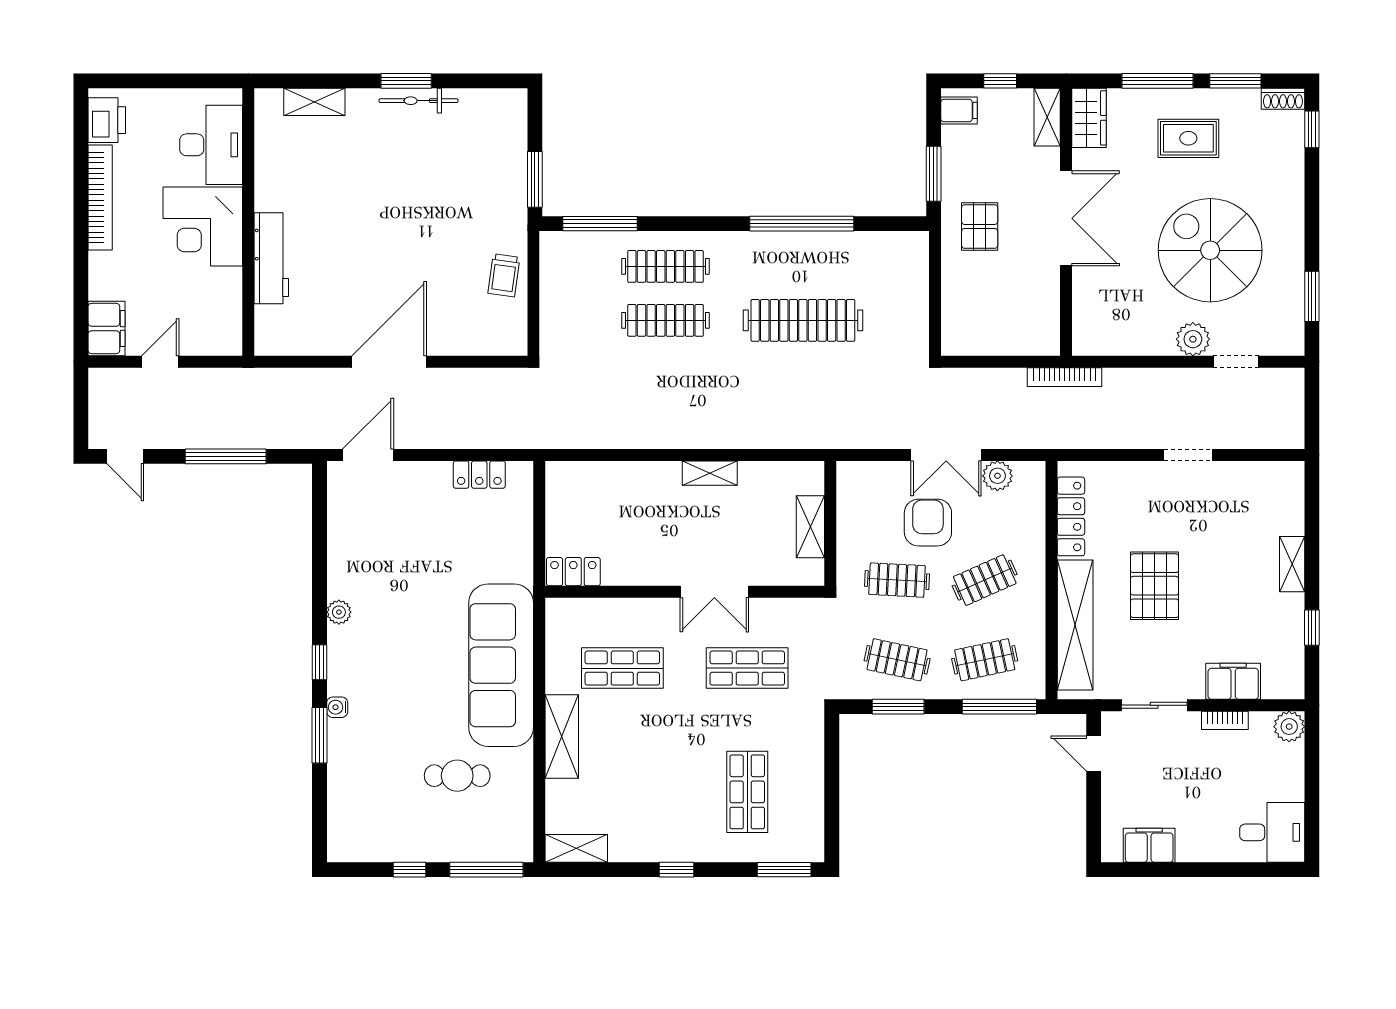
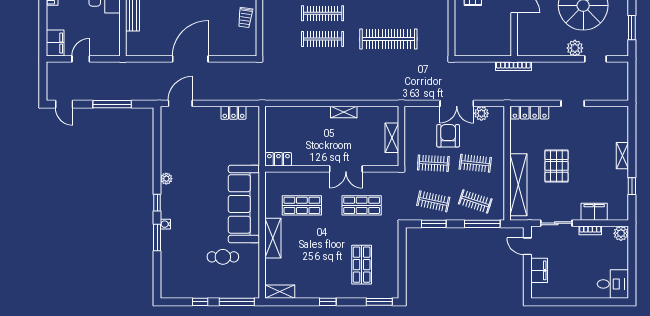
locker: (1071, 516) -> (530, 113), moved, turned 90
clothes rail: (985, 580) -> (475, 163), turned 30
clothes rail: (985, 660) -> (475, 201), turned 30
filing cabinet: (1149, 845) -> (539, 270), moved, turned 90

